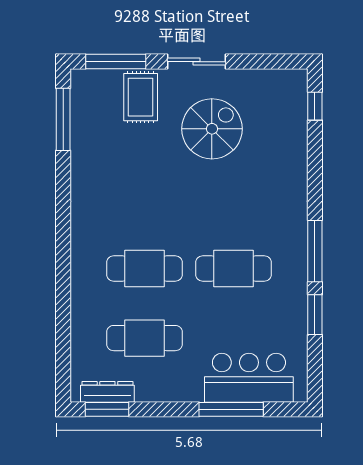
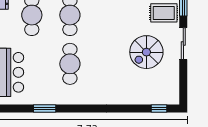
spiral stairs: (212, 129) -> (146, 52), turned 90
window: (315, 251) -> (79, 108), removed

